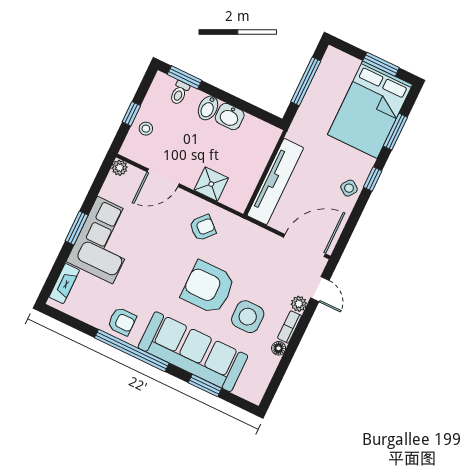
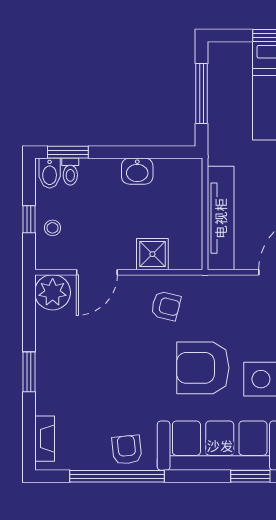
bidet: (208, 108) -> (50, 173), moved
plant: (120, 168) -> (53, 292), width x1.88, depth x1.88
armchair: (203, 228) -> (166, 306), turned 62
corner sofa: (105, 240) -> (66, 370), removed
armchair: (122, 321) -> (127, 450), turned -96
window: (132, 351) -> (117, 476), moved

